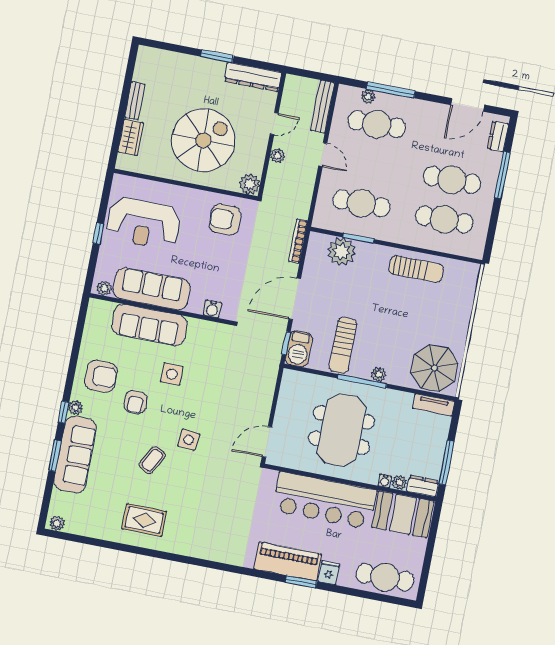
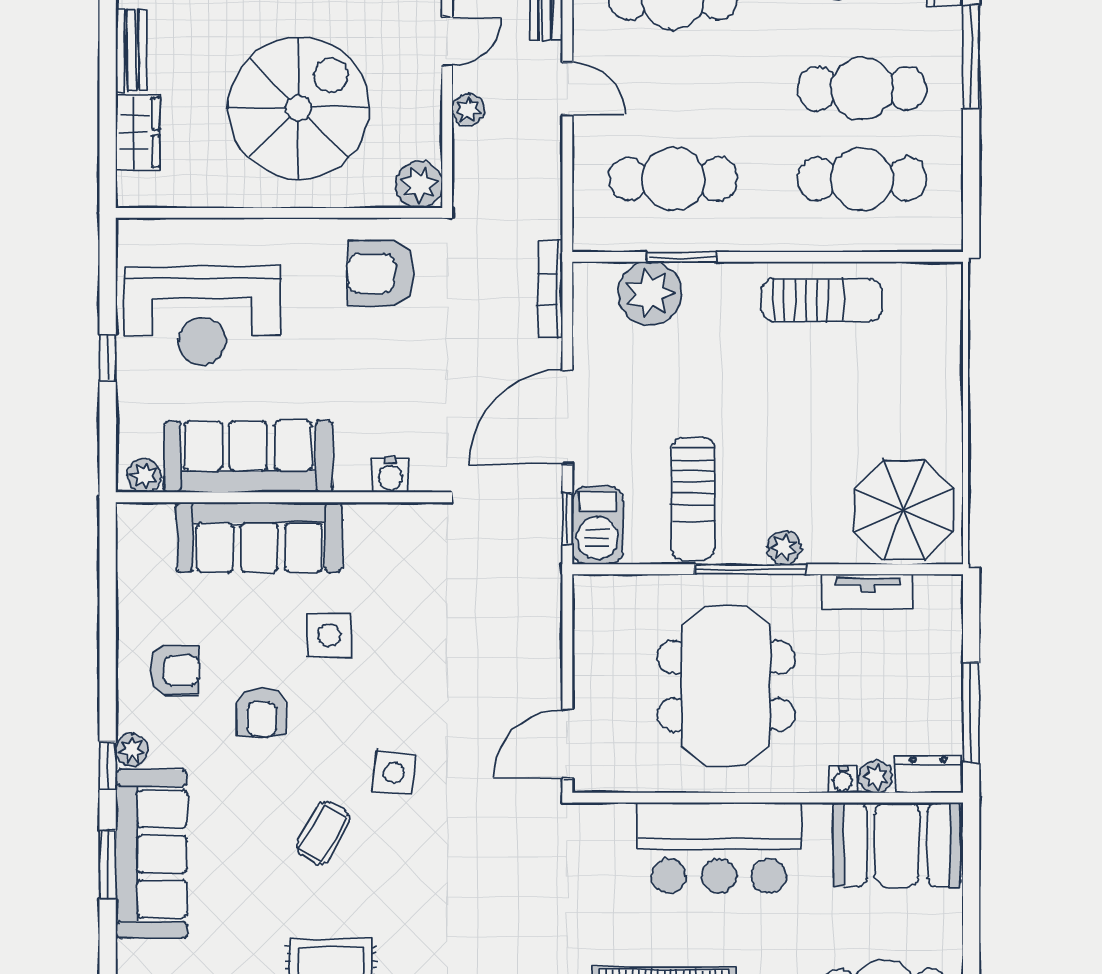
armchair: (101, 376) -> (175, 670), width x0.72, depth x0.72
tv unit: (434, 405) -> (868, 591), moved
bar counter: (325, 500) -> (719, 848), width x0.73

